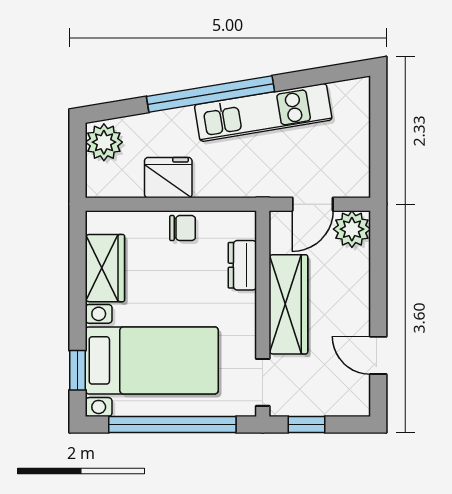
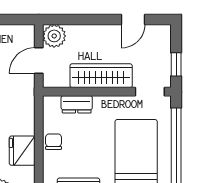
door: (313, 204) -> (39, 61), swing flipped

